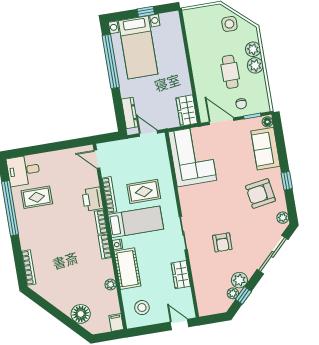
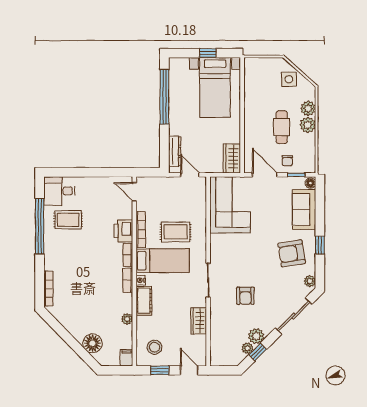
bed with nightstands: (138, 47) -> (215, 87), moved
cot: (127, 269) -> (144, 301), width x0.73, depth x0.75
window: (151, 329) -> (160, 370), added

